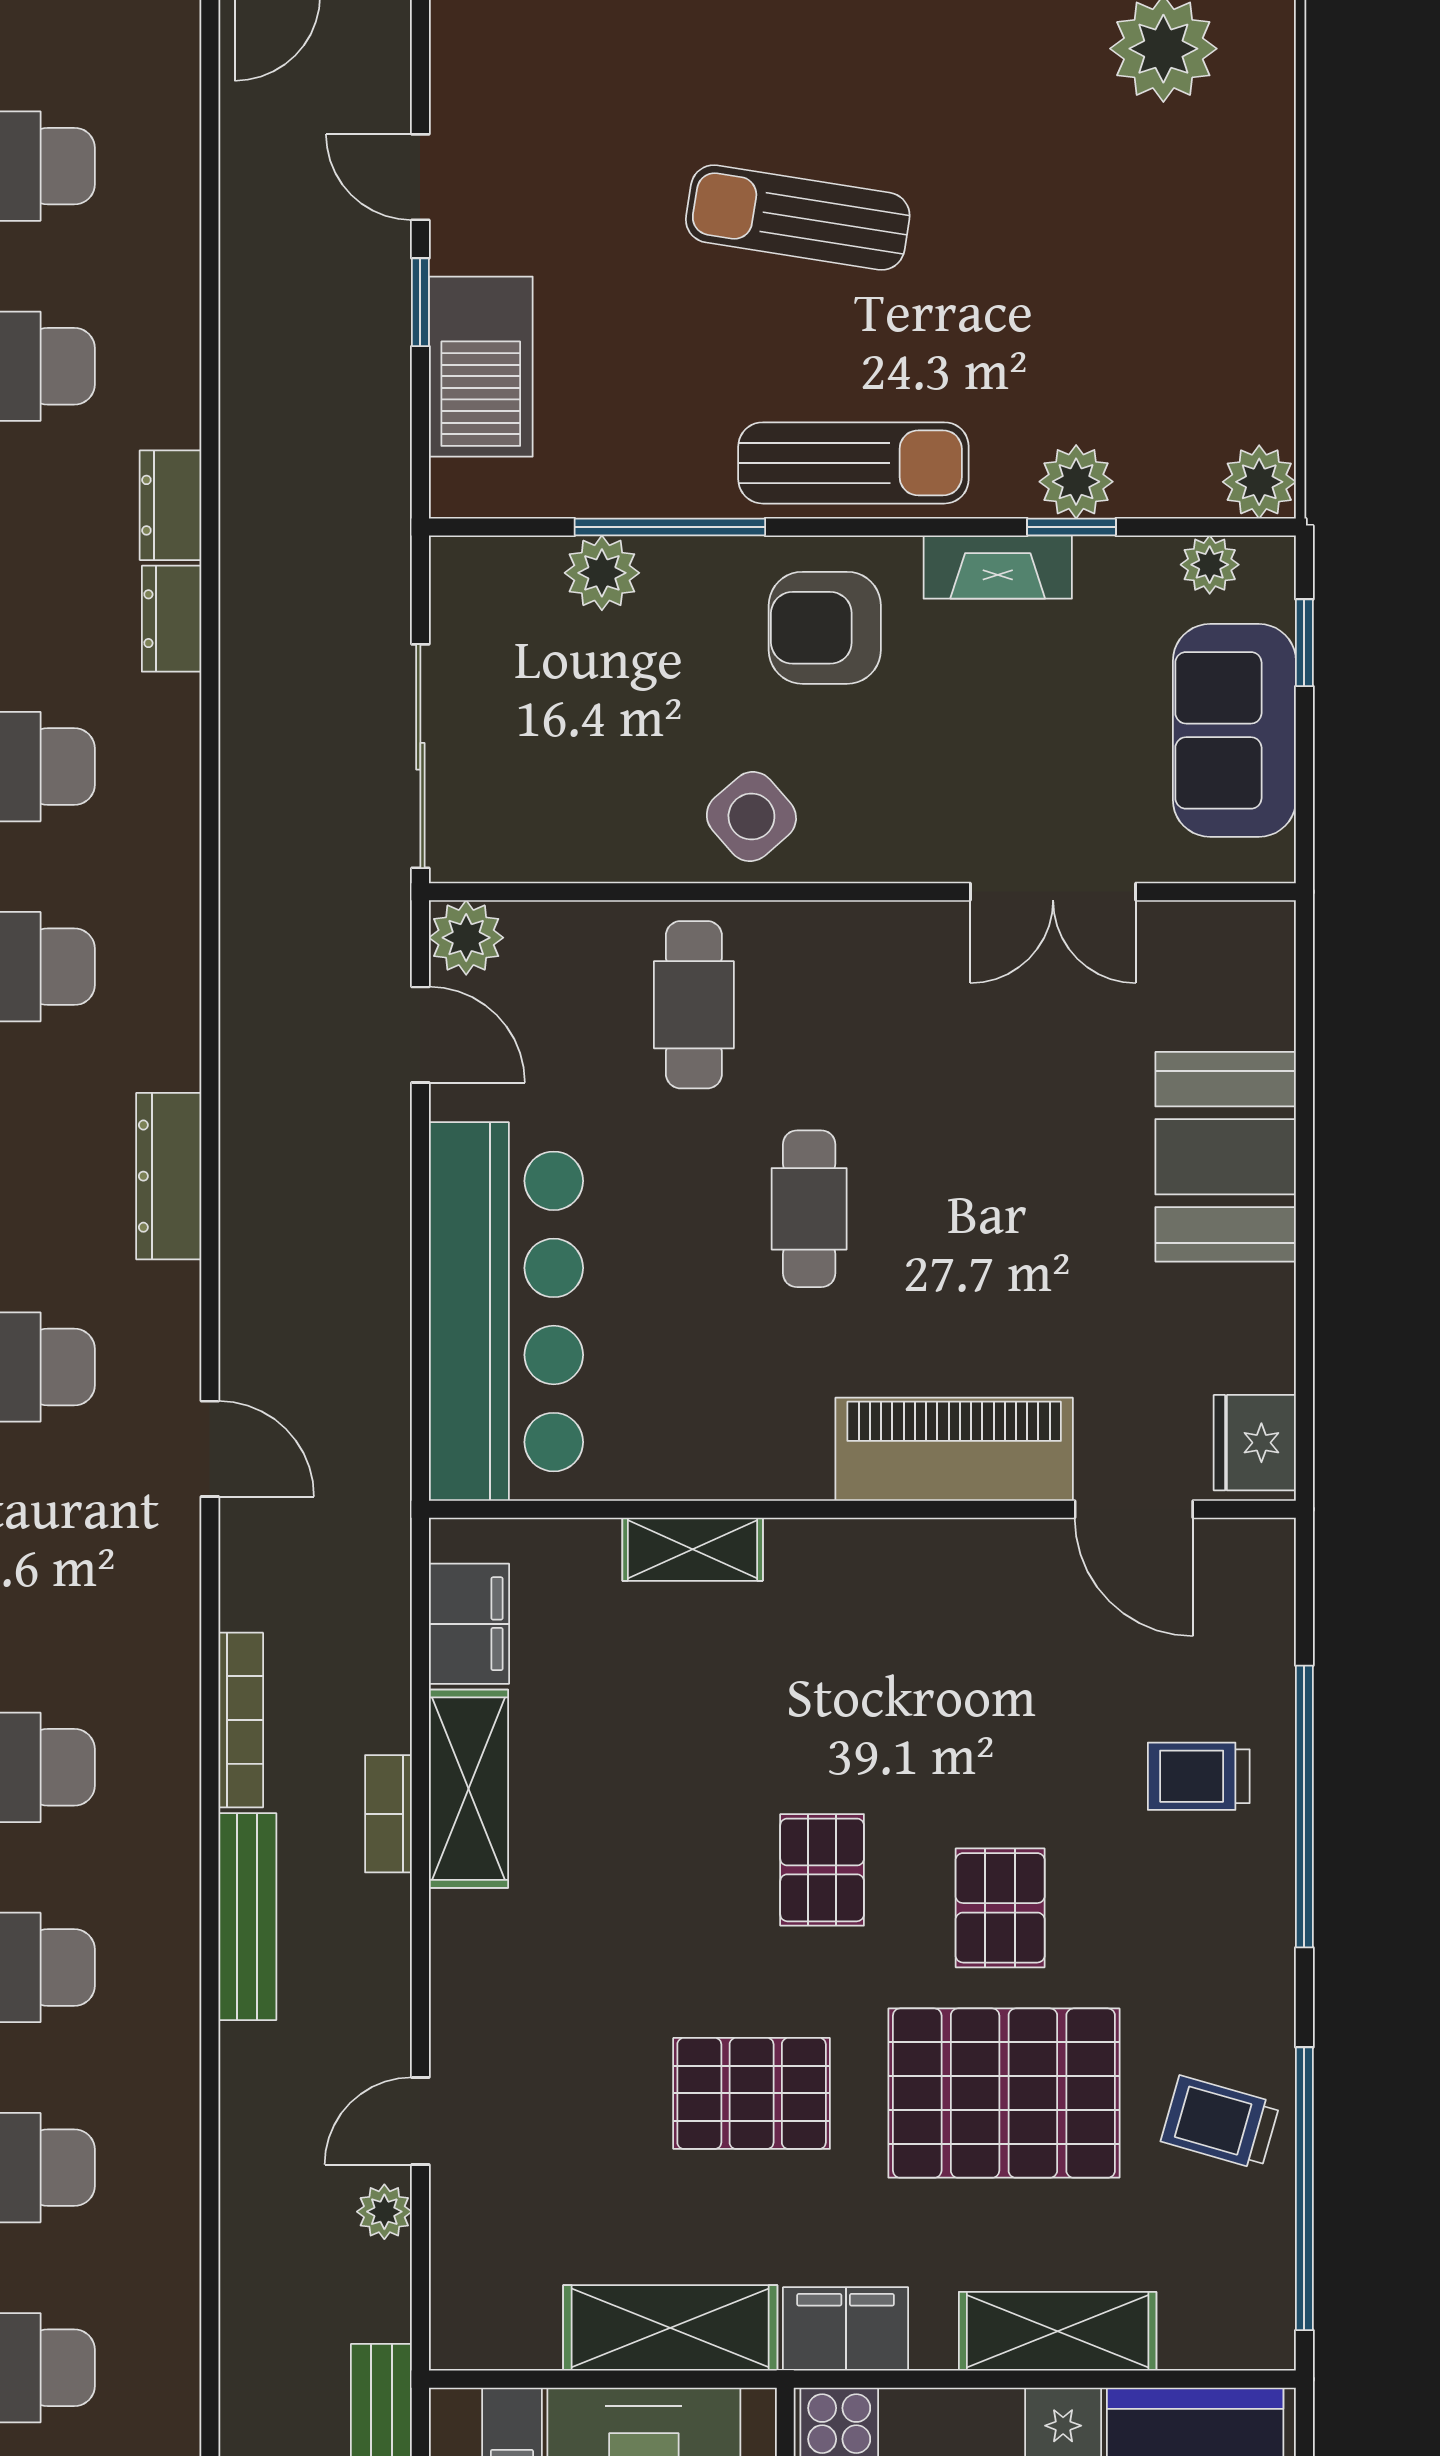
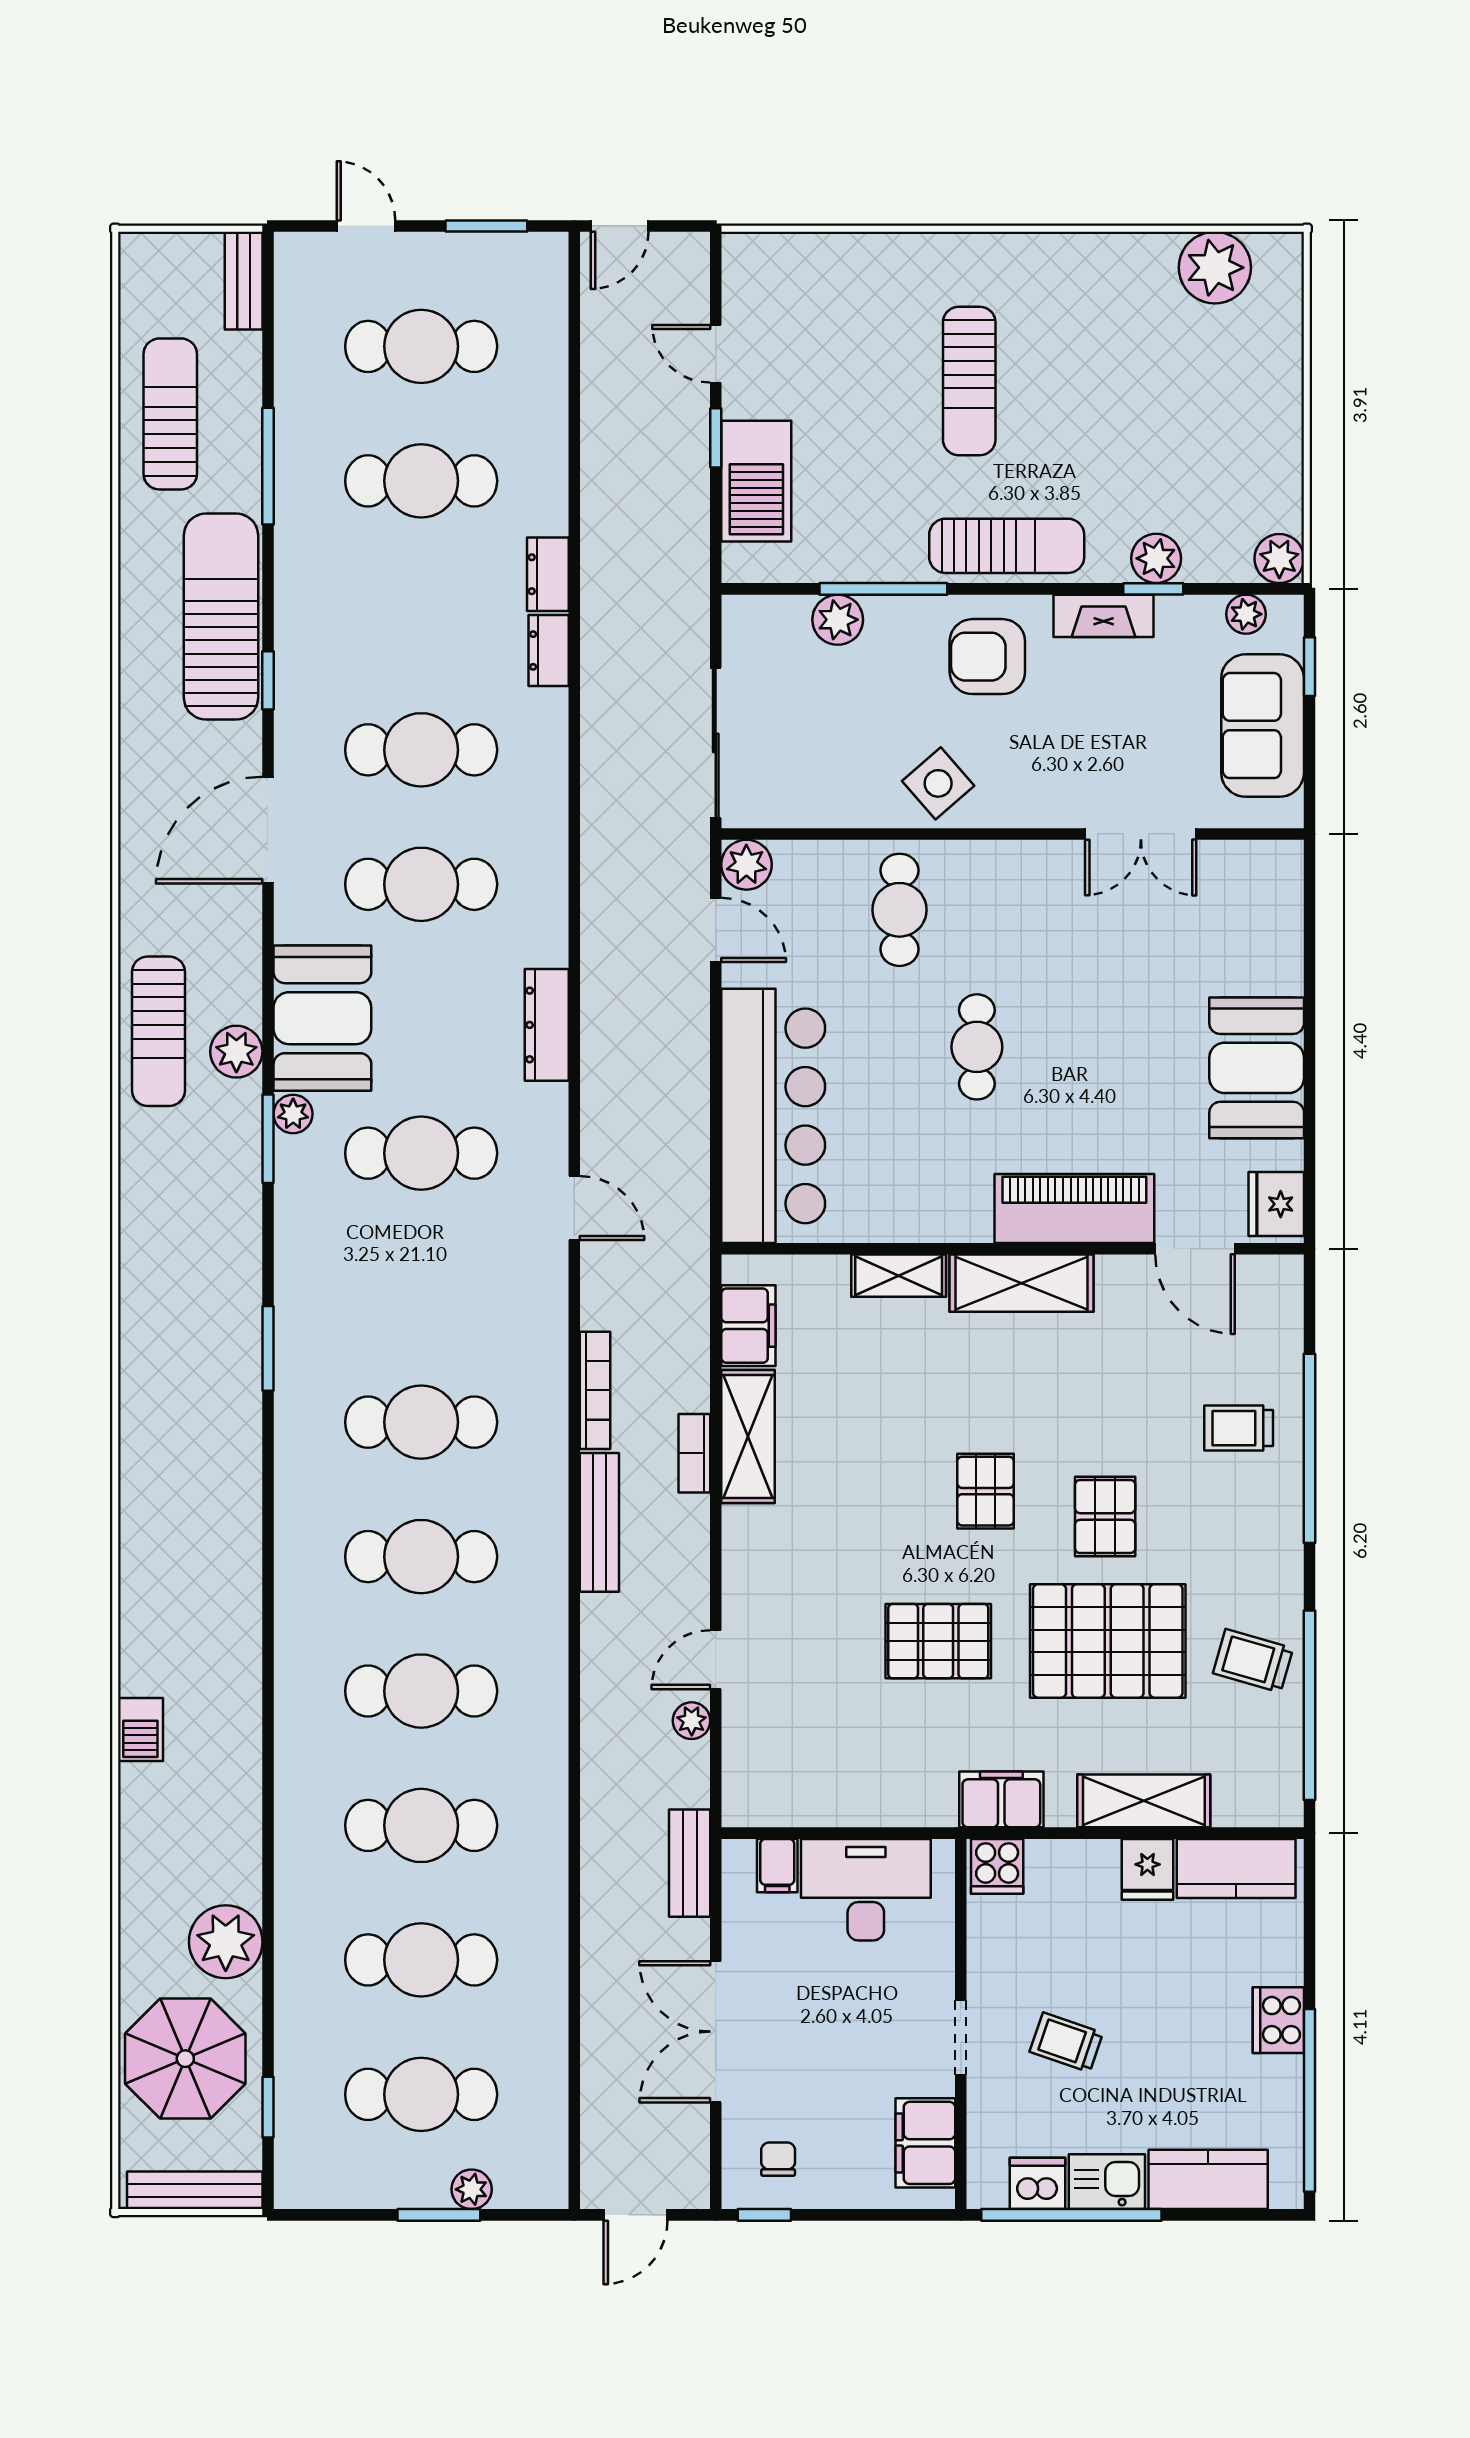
sun lounger: (798, 218) -> (969, 381), turned -99
booth: (1226, 1157) -> (1257, 1068), moved
shelving: (670, 2328) -> (1021, 1283), moved

